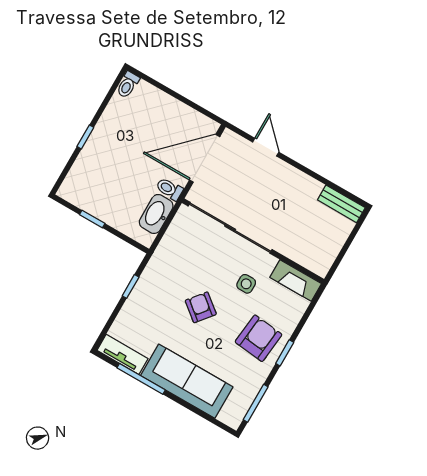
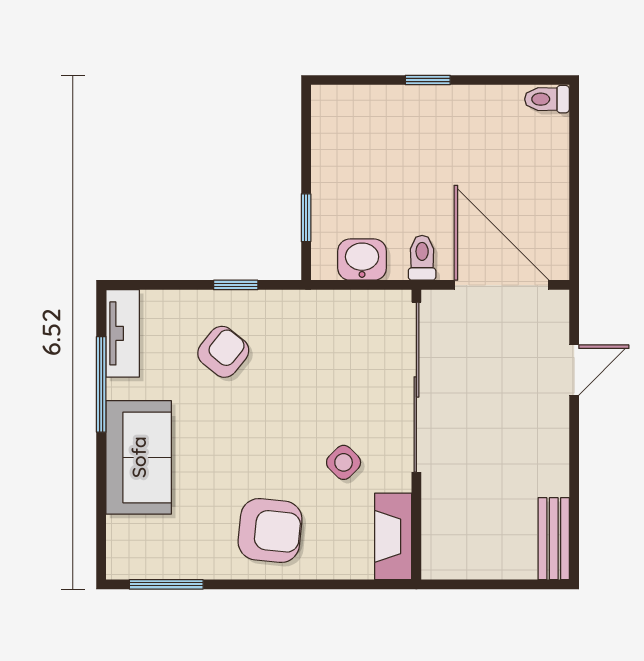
washbasin: (156, 214) -> (362, 260), width x0.72
window: (92, 219) -> (306, 218), moved
side table: (246, 284) -> (344, 462), turned 45
armchair: (201, 307) -> (223, 352), moved
window: (285, 353) -> (271, 584), removed
sofa: (187, 381) -> (139, 457), width x0.73

